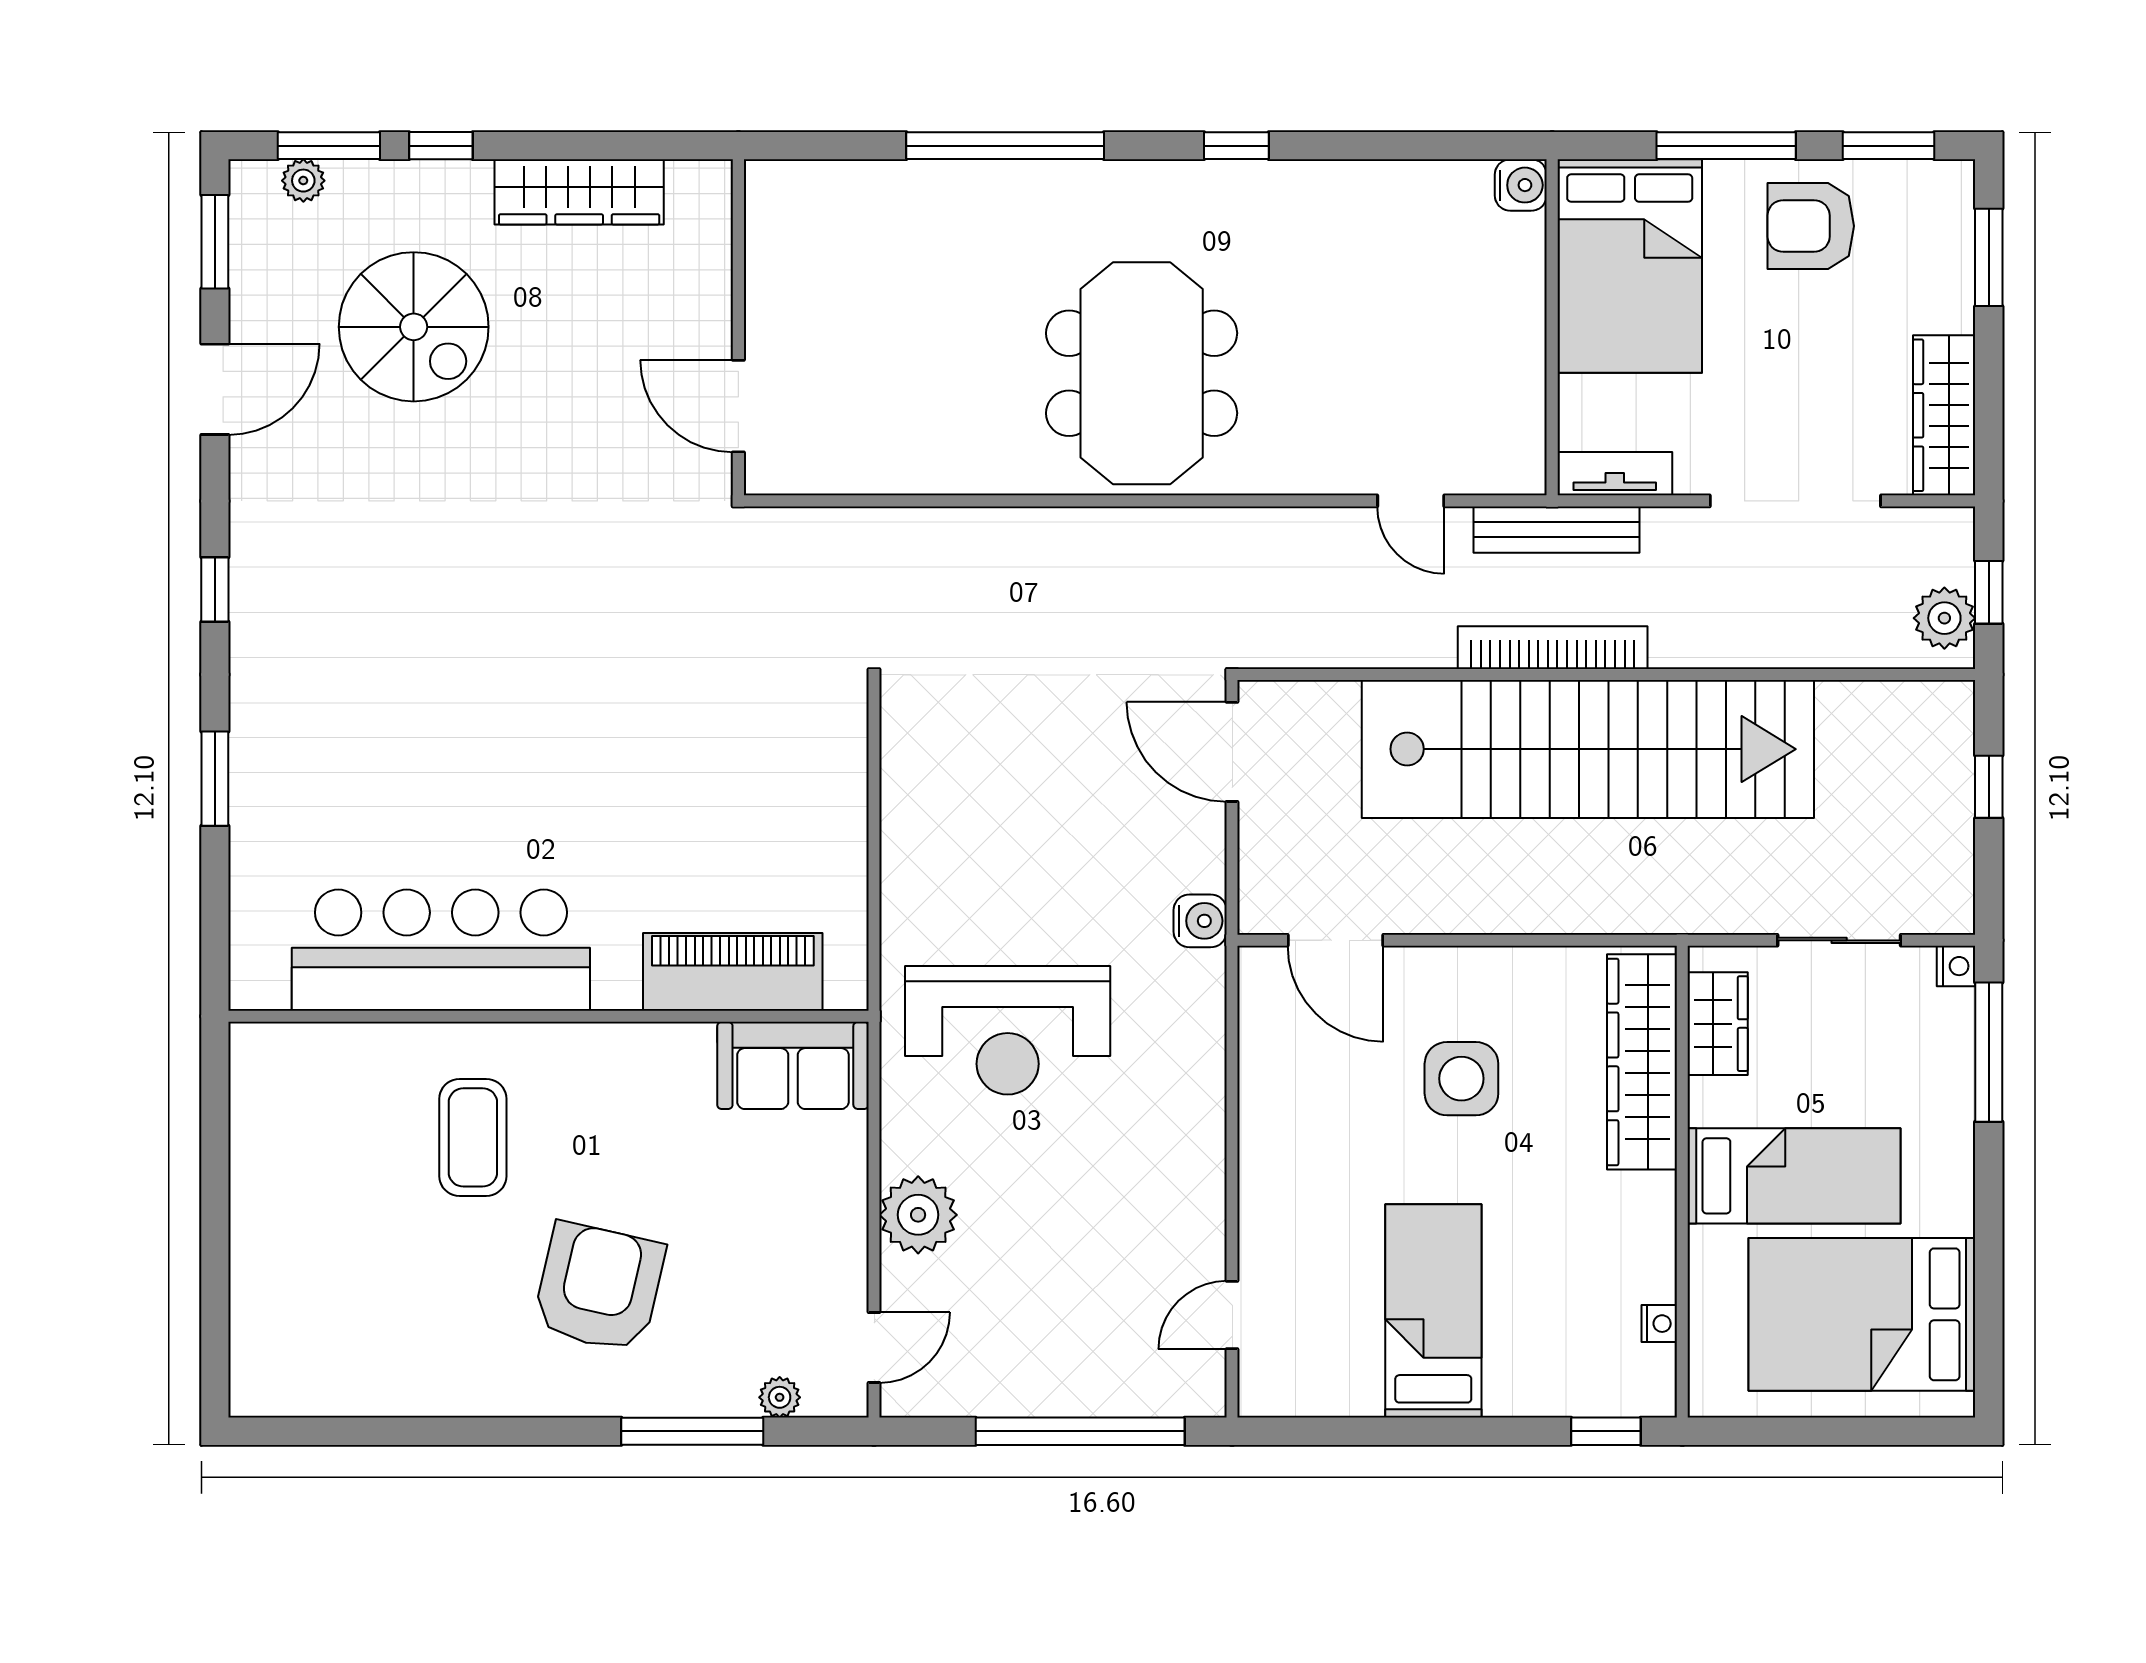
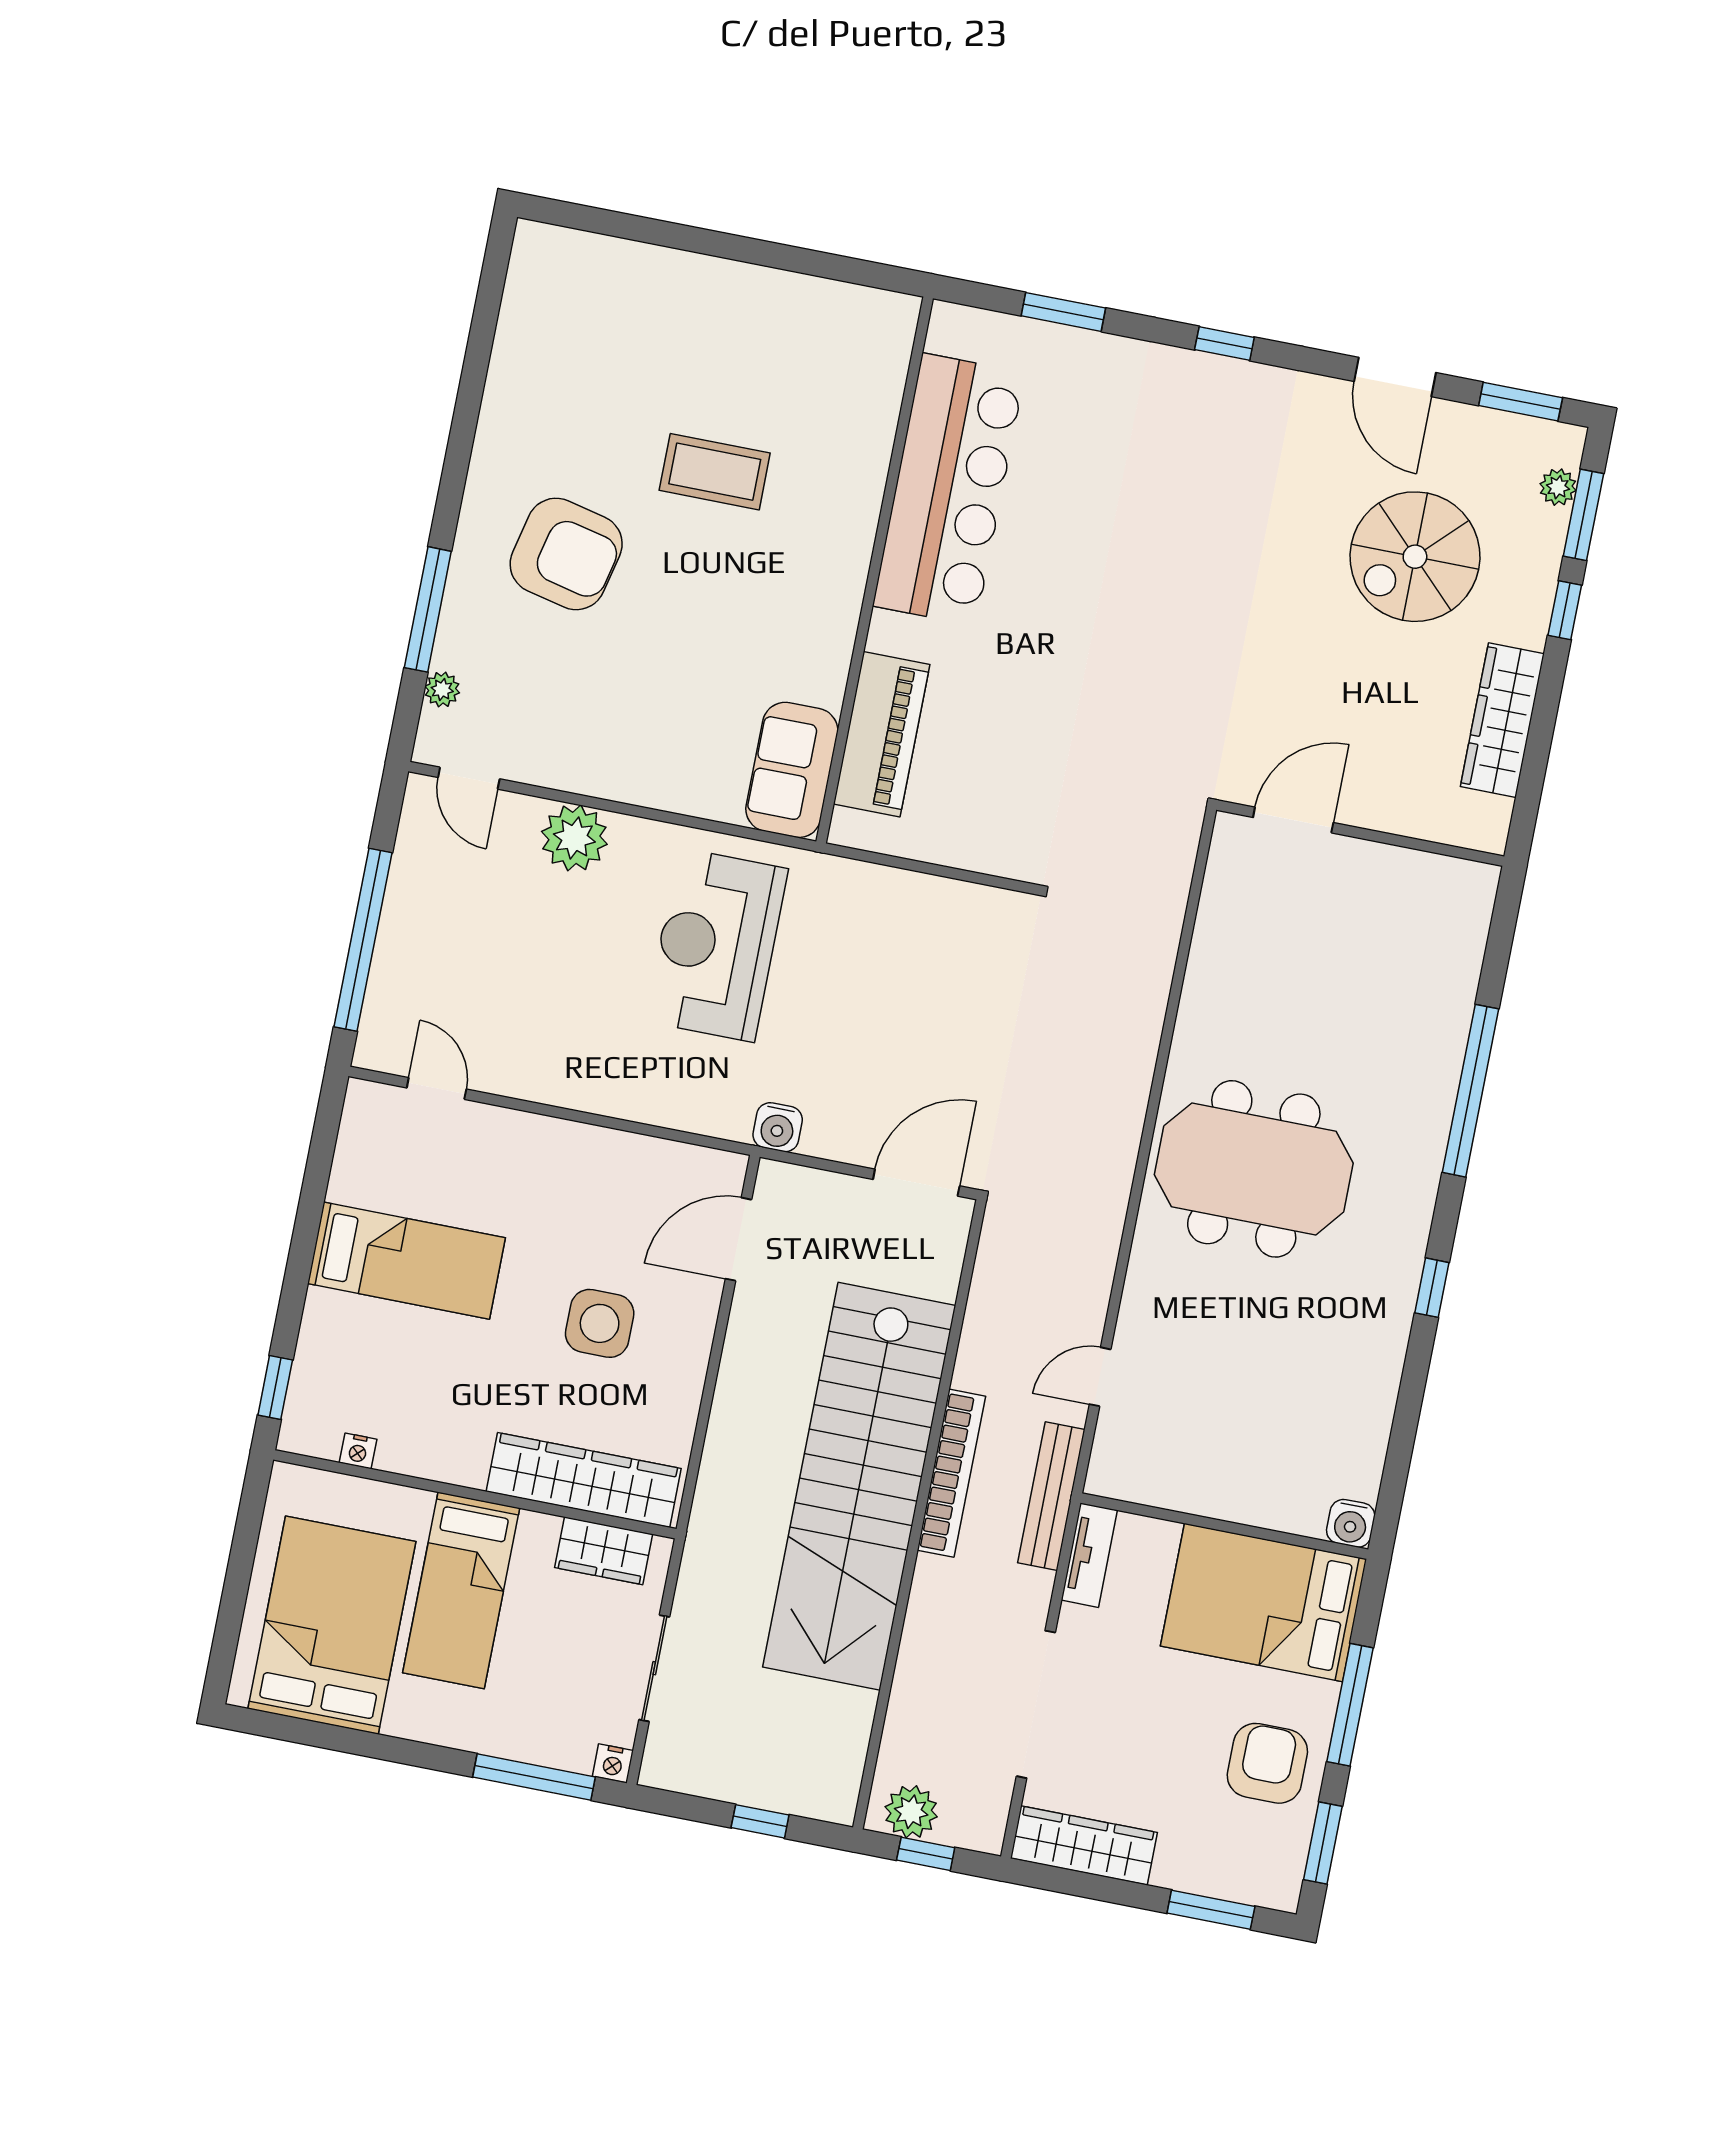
bar counter: (441, 950) -> (949, 489), moved
piano: (733, 972) -> (882, 734), moved
wall: (549, 1016) -> (875, 570), moved
sofa: (793, 1065) -> (792, 770), moved

